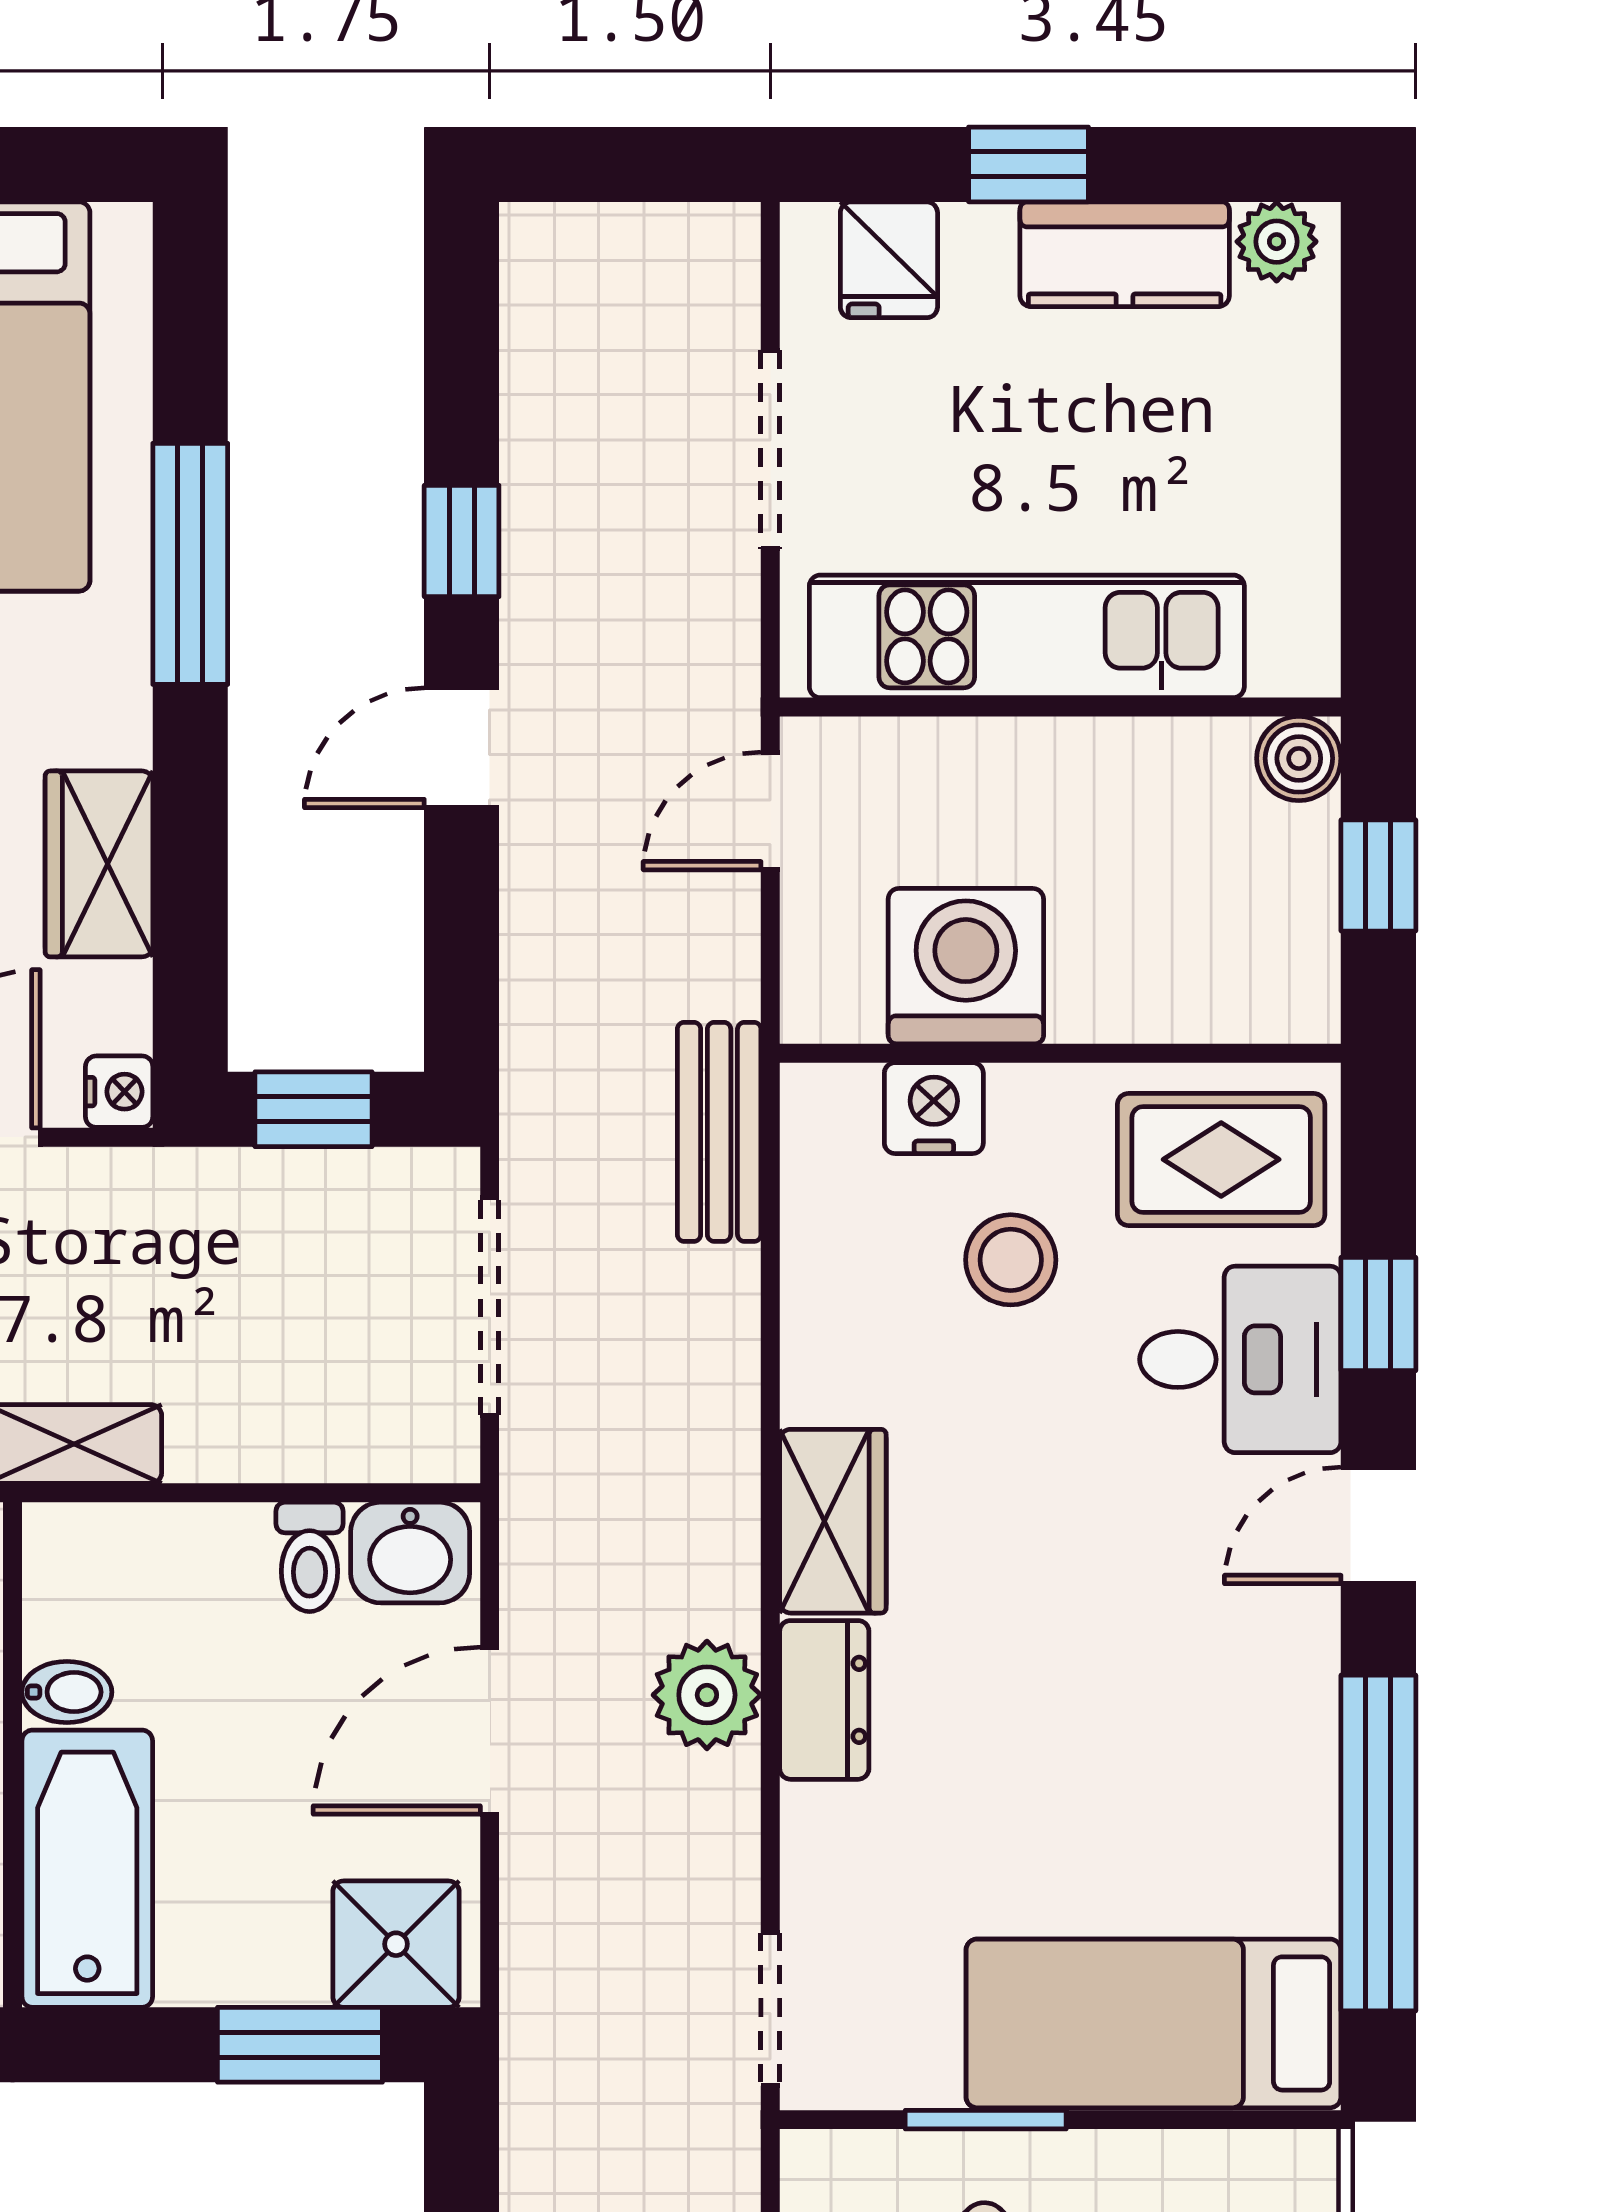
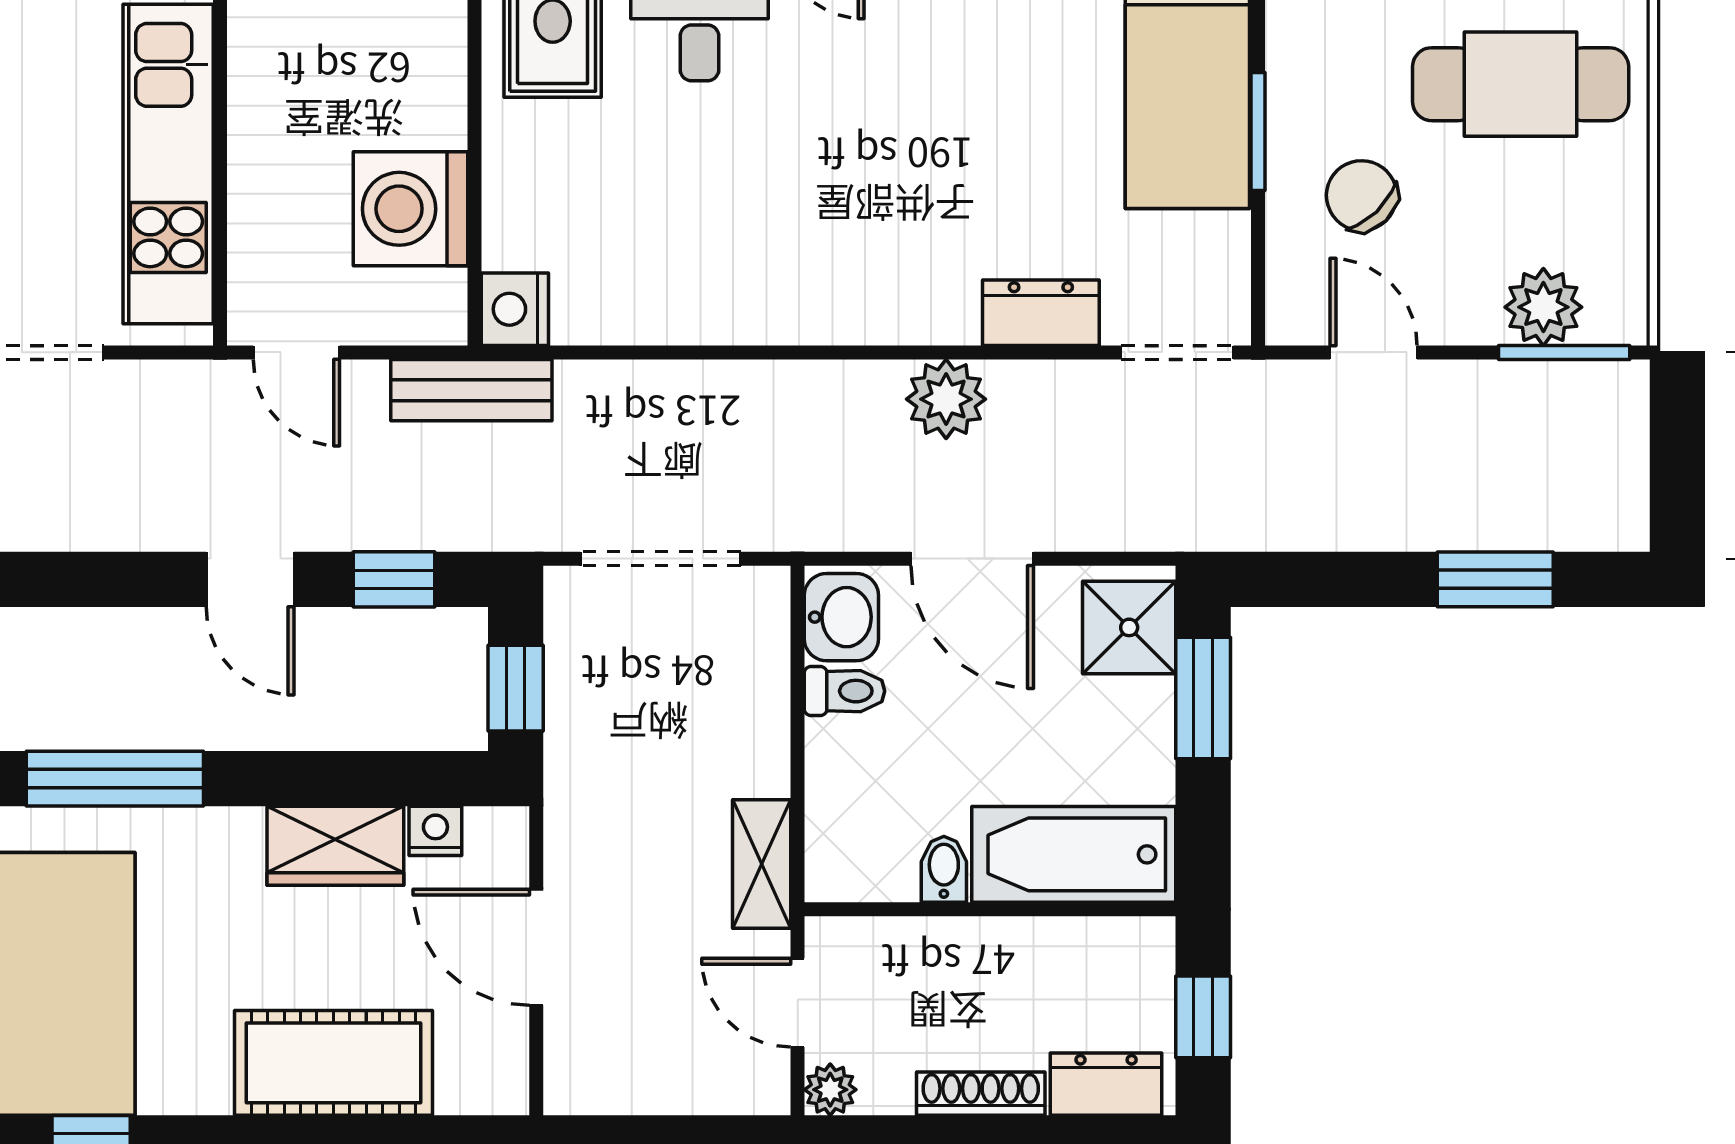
window: (462, 541) -> (394, 579), moved
nightstand: (119, 1092) -> (435, 831), moved
nightstand: (934, 1108) -> (515, 309), moved
bench: (719, 1132) -> (471, 390), moved
stool: (1011, 1260) -> (626, 176), removed
wardrobe: (833, 1521) -> (818, 306), removed
dresser: (824, 1700) -> (1041, 313), moved
window: (986, 2120) -> (1258, 131), moved

